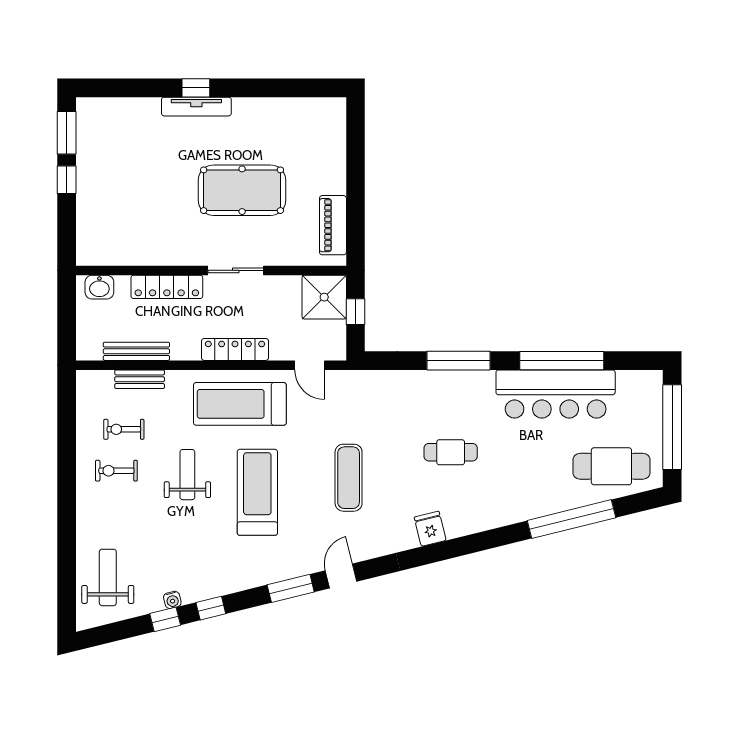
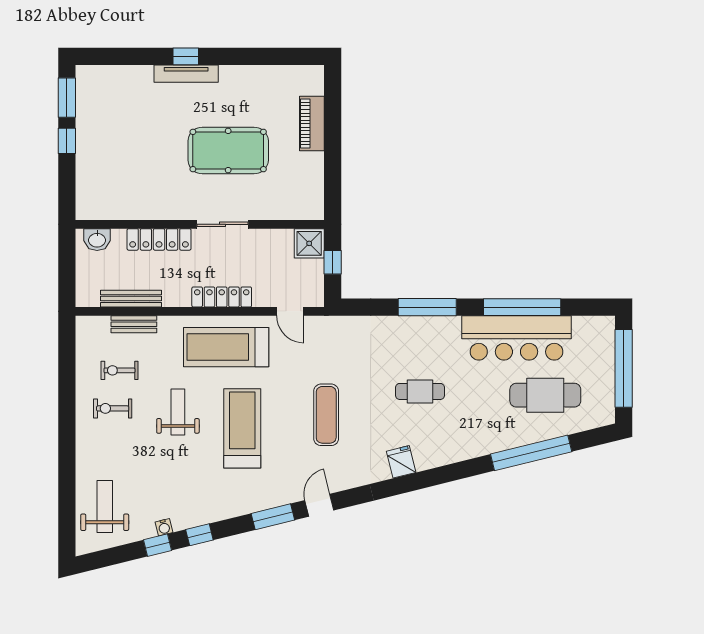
piano: (333, 225) -> (312, 124), moved
shower: (324, 297) -> (309, 243), width x0.73, depth x0.73
cafe table: (611, 466) -> (545, 395), moved

